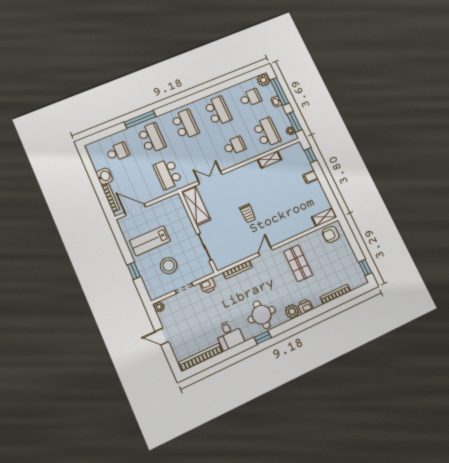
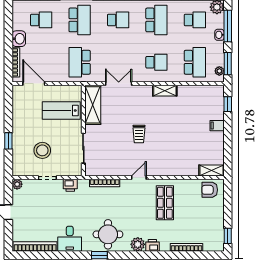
school desk: (185, 124) -> (118, 20), width x0.54
shelving: (269, 159) -> (165, 91), moved
lab bench: (150, 241) -> (61, 110), moved

